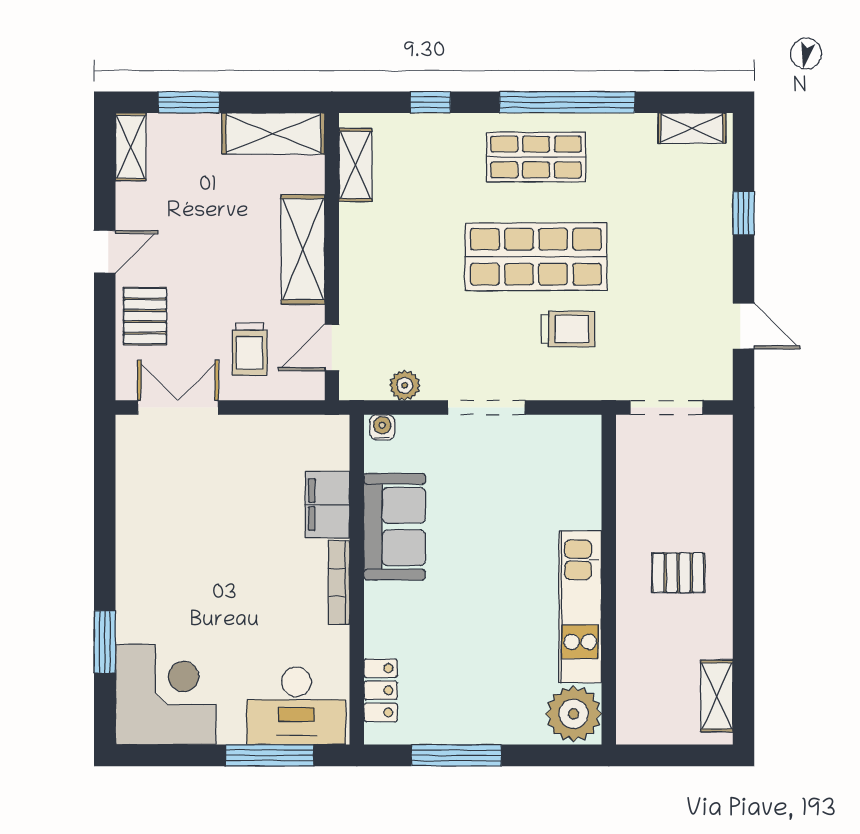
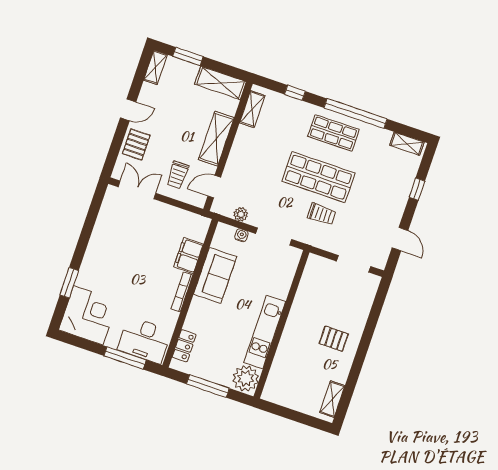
water cooler: (382, 427) -> (241, 235), moved
wall: (609, 580) -> (281, 324), moved
kitchen unit: (580, 607) -> (265, 332), moved
plant: (574, 714) -> (246, 378), moved

